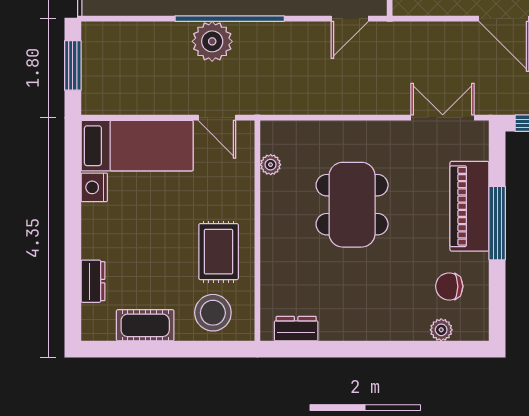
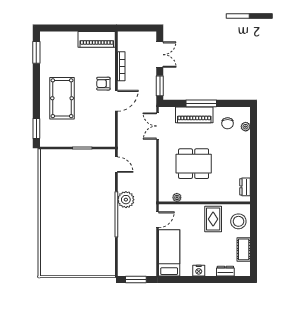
plant: (212, 41) -> (126, 200), moved
nightstand: (94, 187) -> (199, 271), moved
rug: (219, 252) -> (213, 219), turned 90

